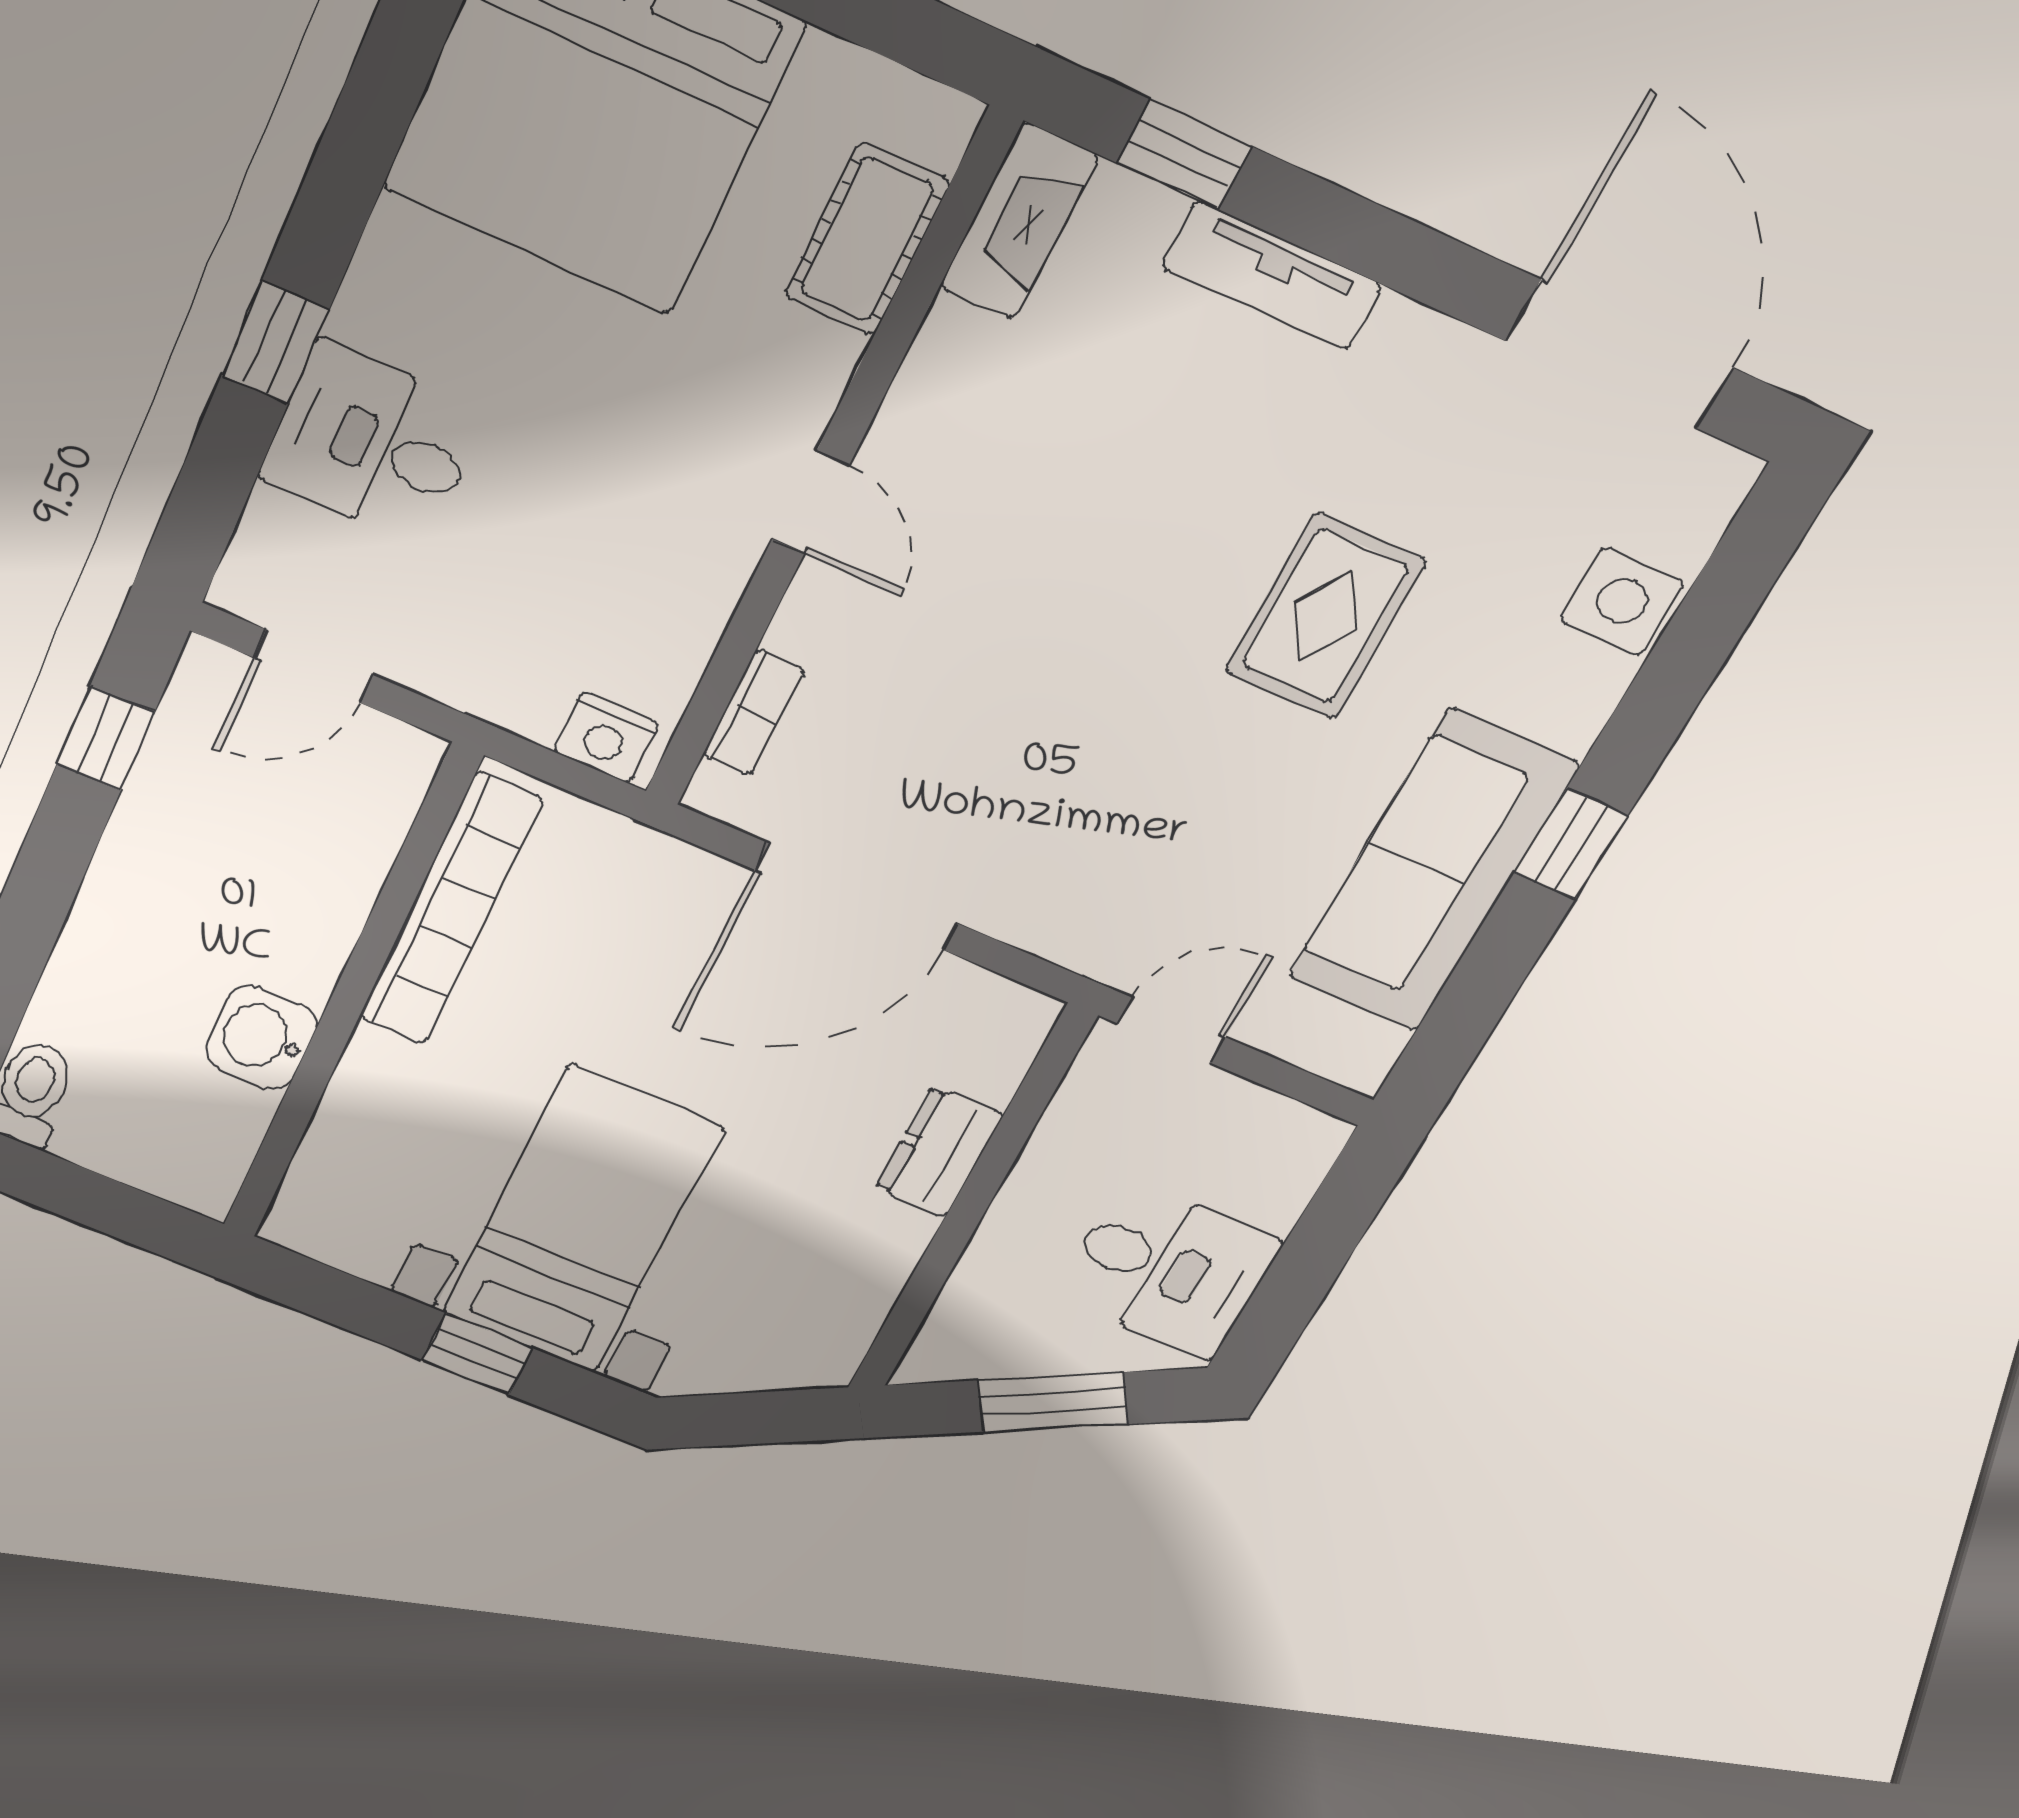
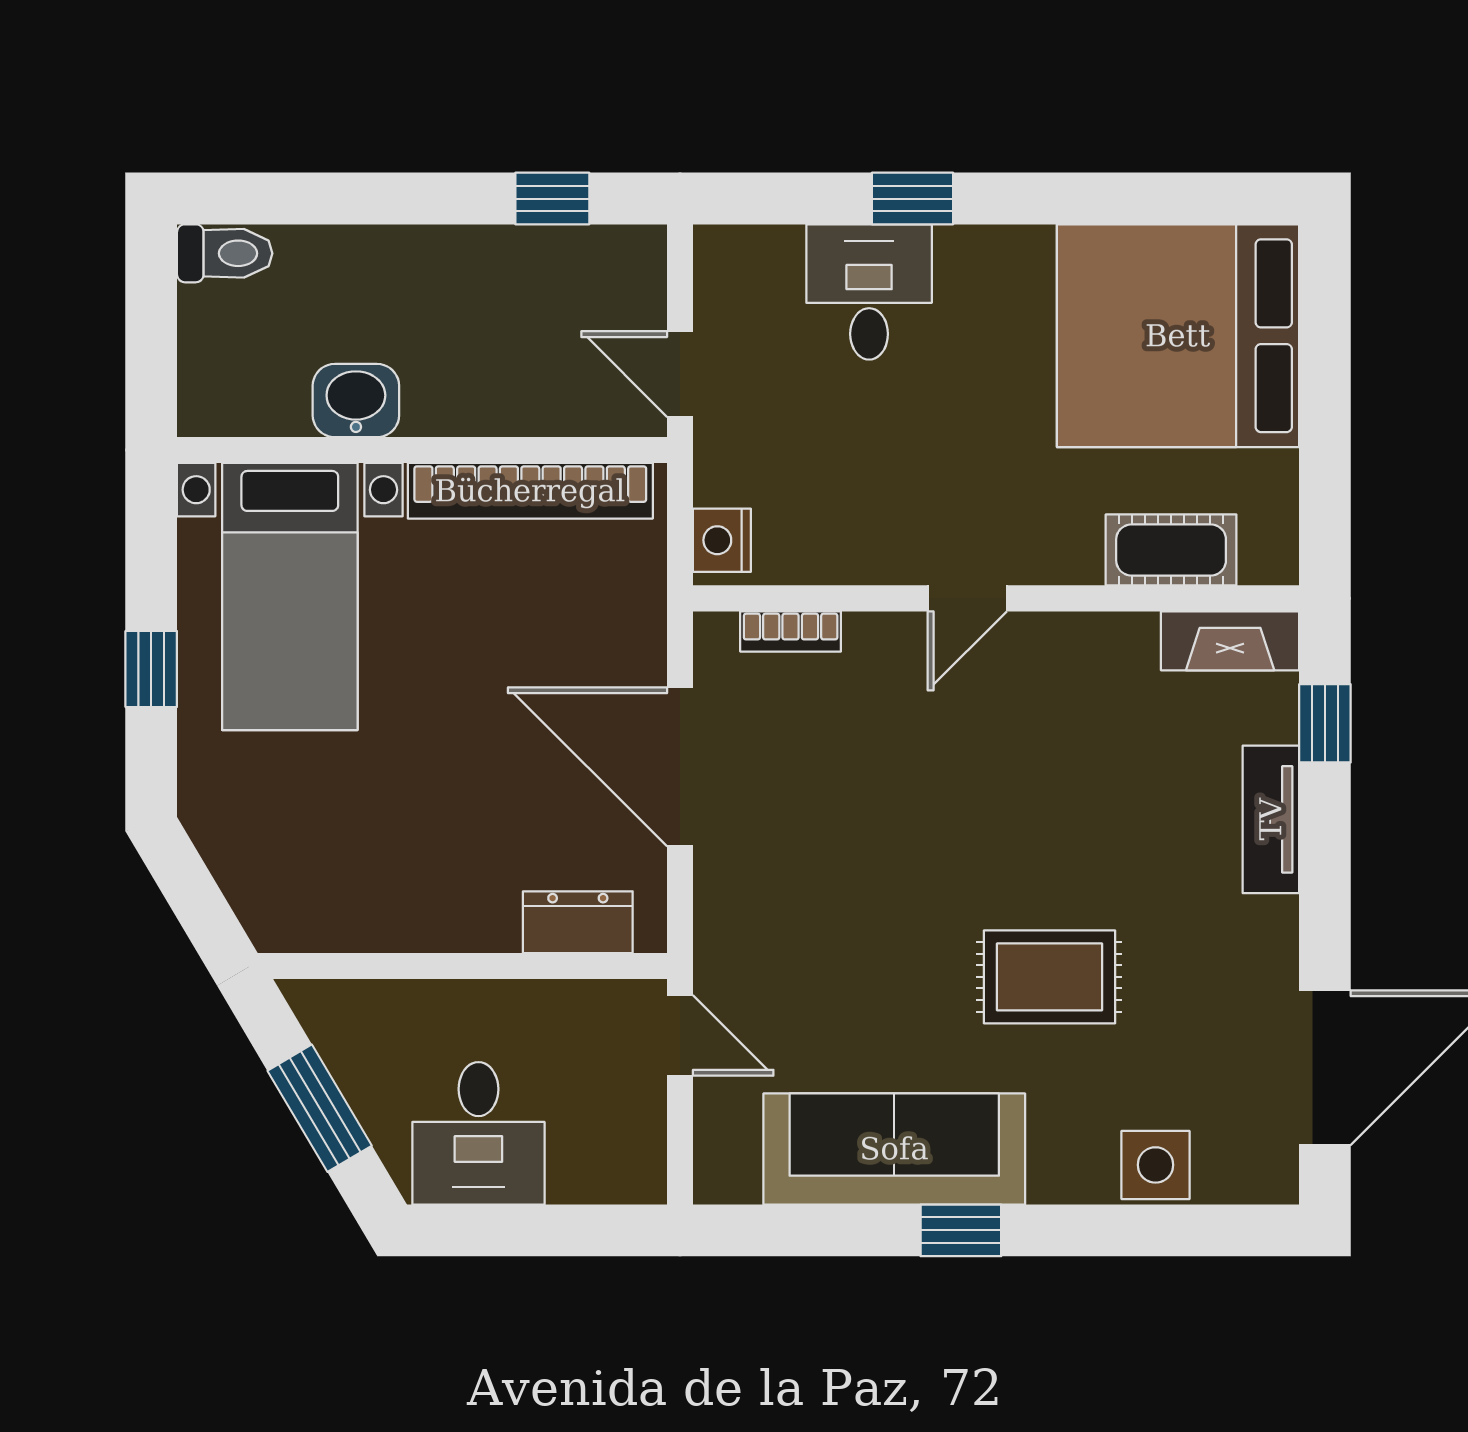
door: (313, 666) -> (680, 374), moved
dresser: (939, 1152) -> (578, 922), moved
bed with nightstands: (582, 1221) -> (290, 596), moved, turned 90

